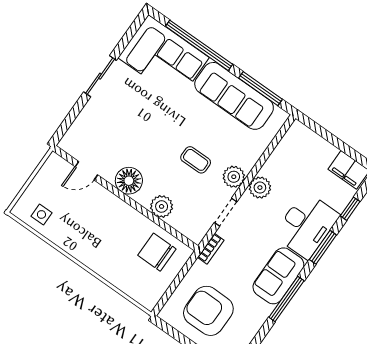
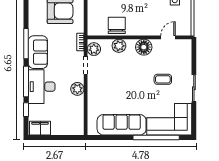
window: (261, 89) -> (111, 137), removed
coffee table: (196, 160) -> (163, 79), moved
plant: (234, 177) -> (94, 49), moved
window: (323, 247) -> (26, 81), width x1.44
chair: (157, 252) -> (117, 25), moved, turned -90

